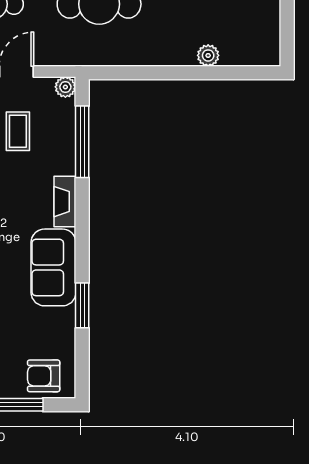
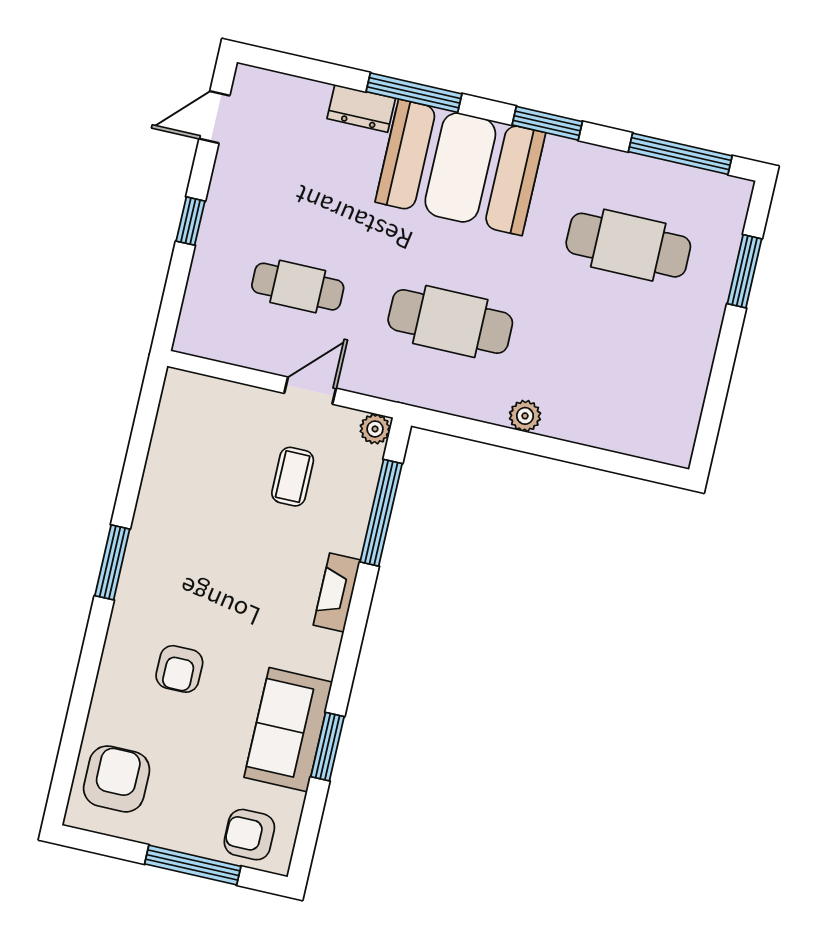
plant: (208, 55) -> (525, 416), moved
sofa: (53, 267) -> (288, 730), moved

